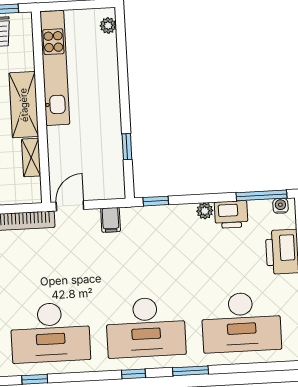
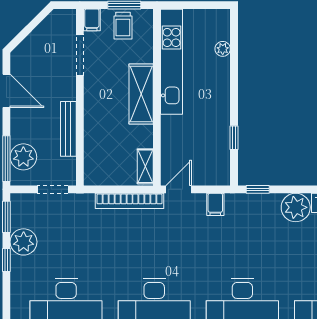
plant: (108, 25) -> (223, 49), moved
shelving: (31, 158) -> (145, 166), moved
plant: (205, 211) -> (296, 207), width x1.88, depth x1.88

